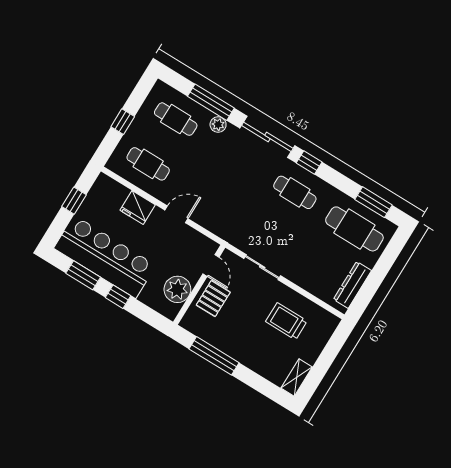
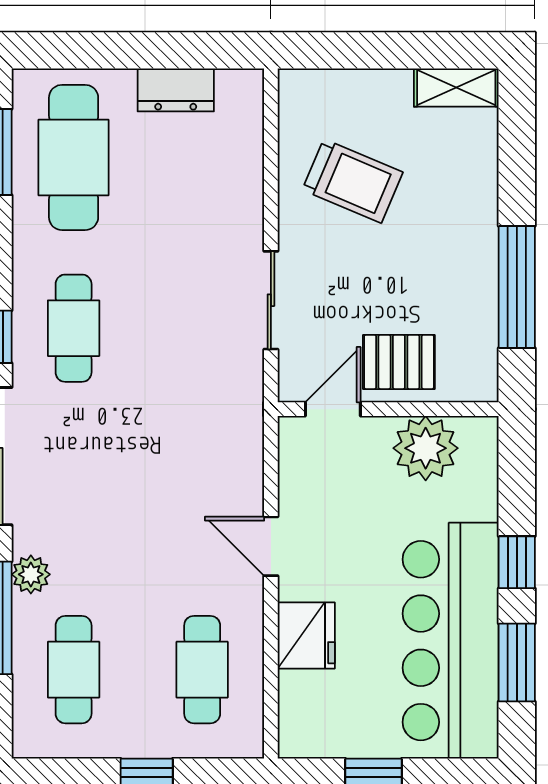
dresser: (352, 285) -> (176, 90), width x0.70
trolley: (286, 321) -> (353, 181), turned -67

